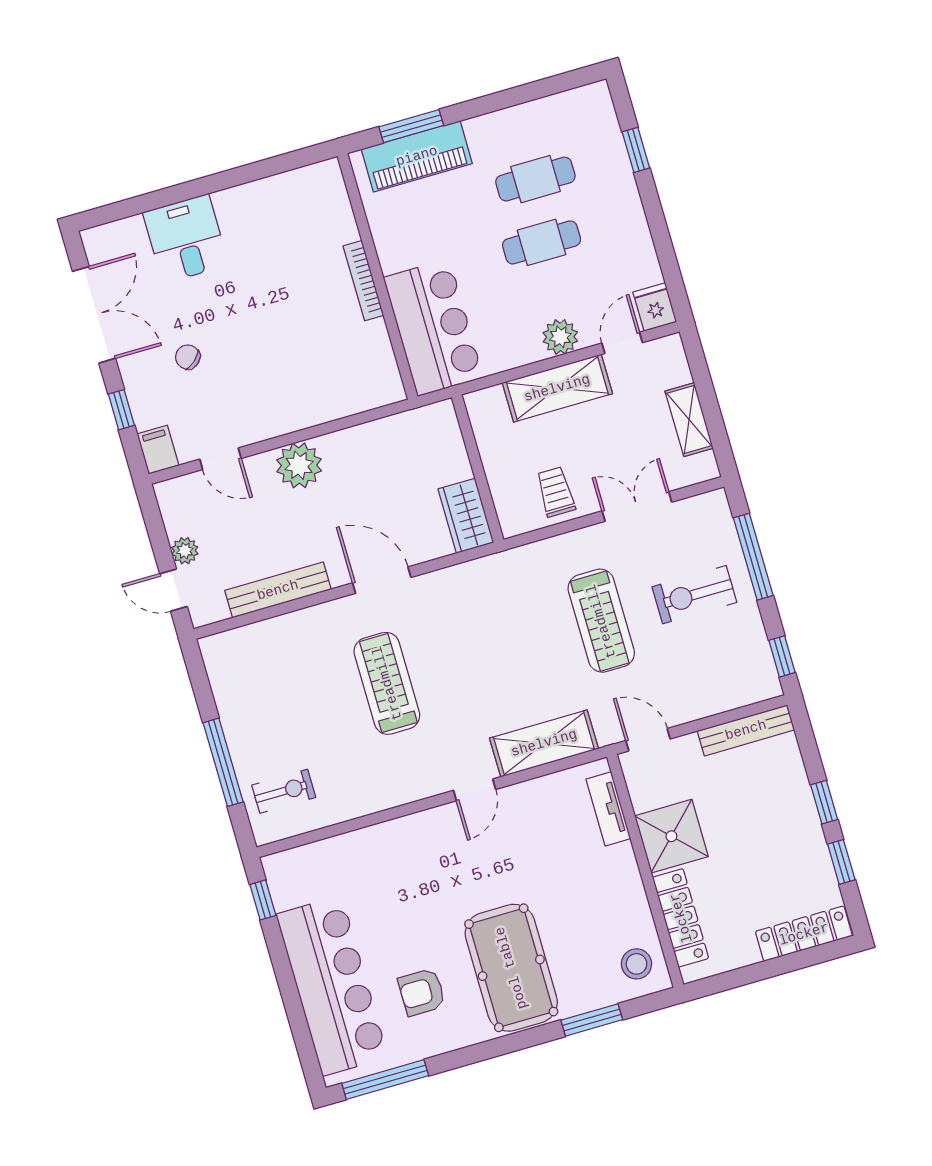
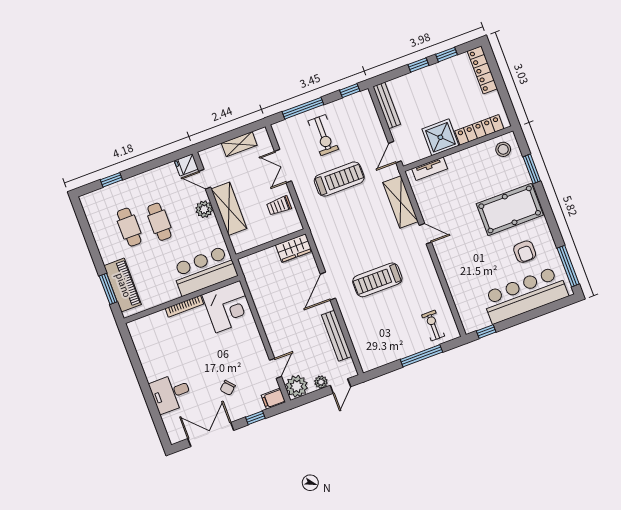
corner desk: (355, 370) -> (228, 307), added
plant: (299, 465) -> (297, 386), moved

